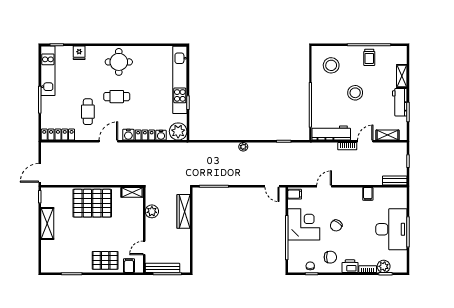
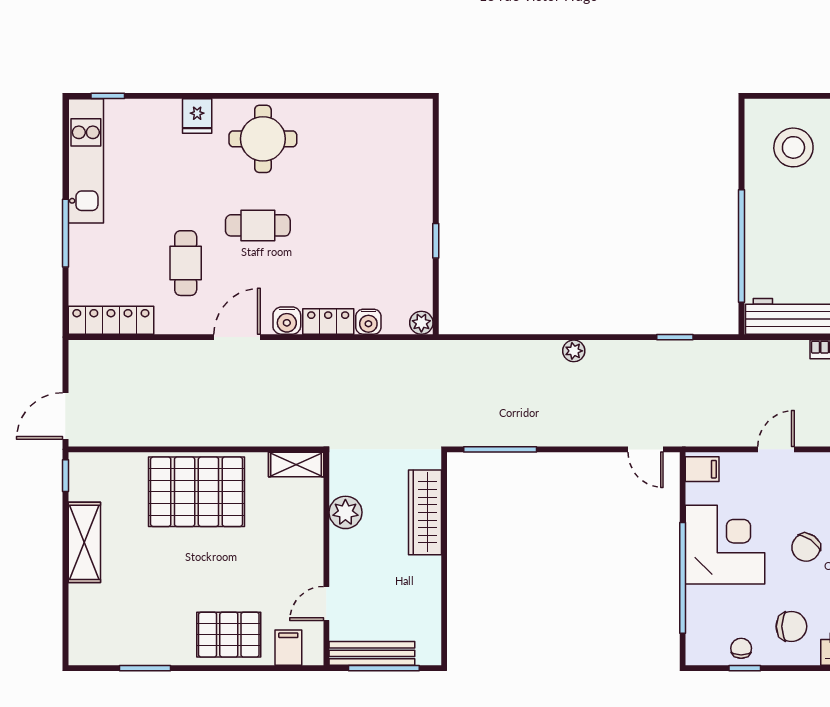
fridge: (79, 53) -> (197, 116), moved
kitchen unit: (180, 80) -> (416, 184), removed
plant: (178, 131) -> (421, 323), width x0.53, depth x0.53

